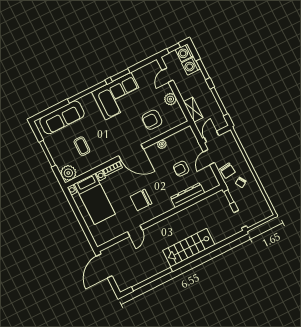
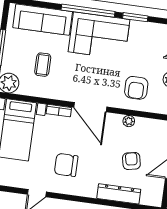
corner sofa: (118, 96) -> (99, 36), moved
armchair: (152, 120) -> (136, 88), turned -90
armchair: (181, 169) -> (131, 161), turned 78

